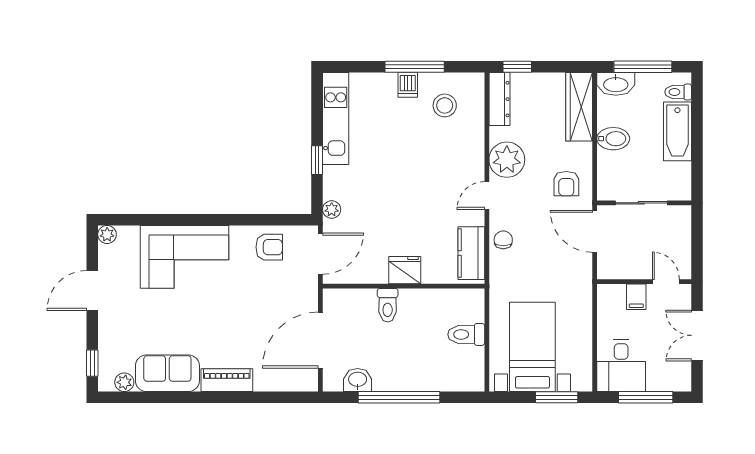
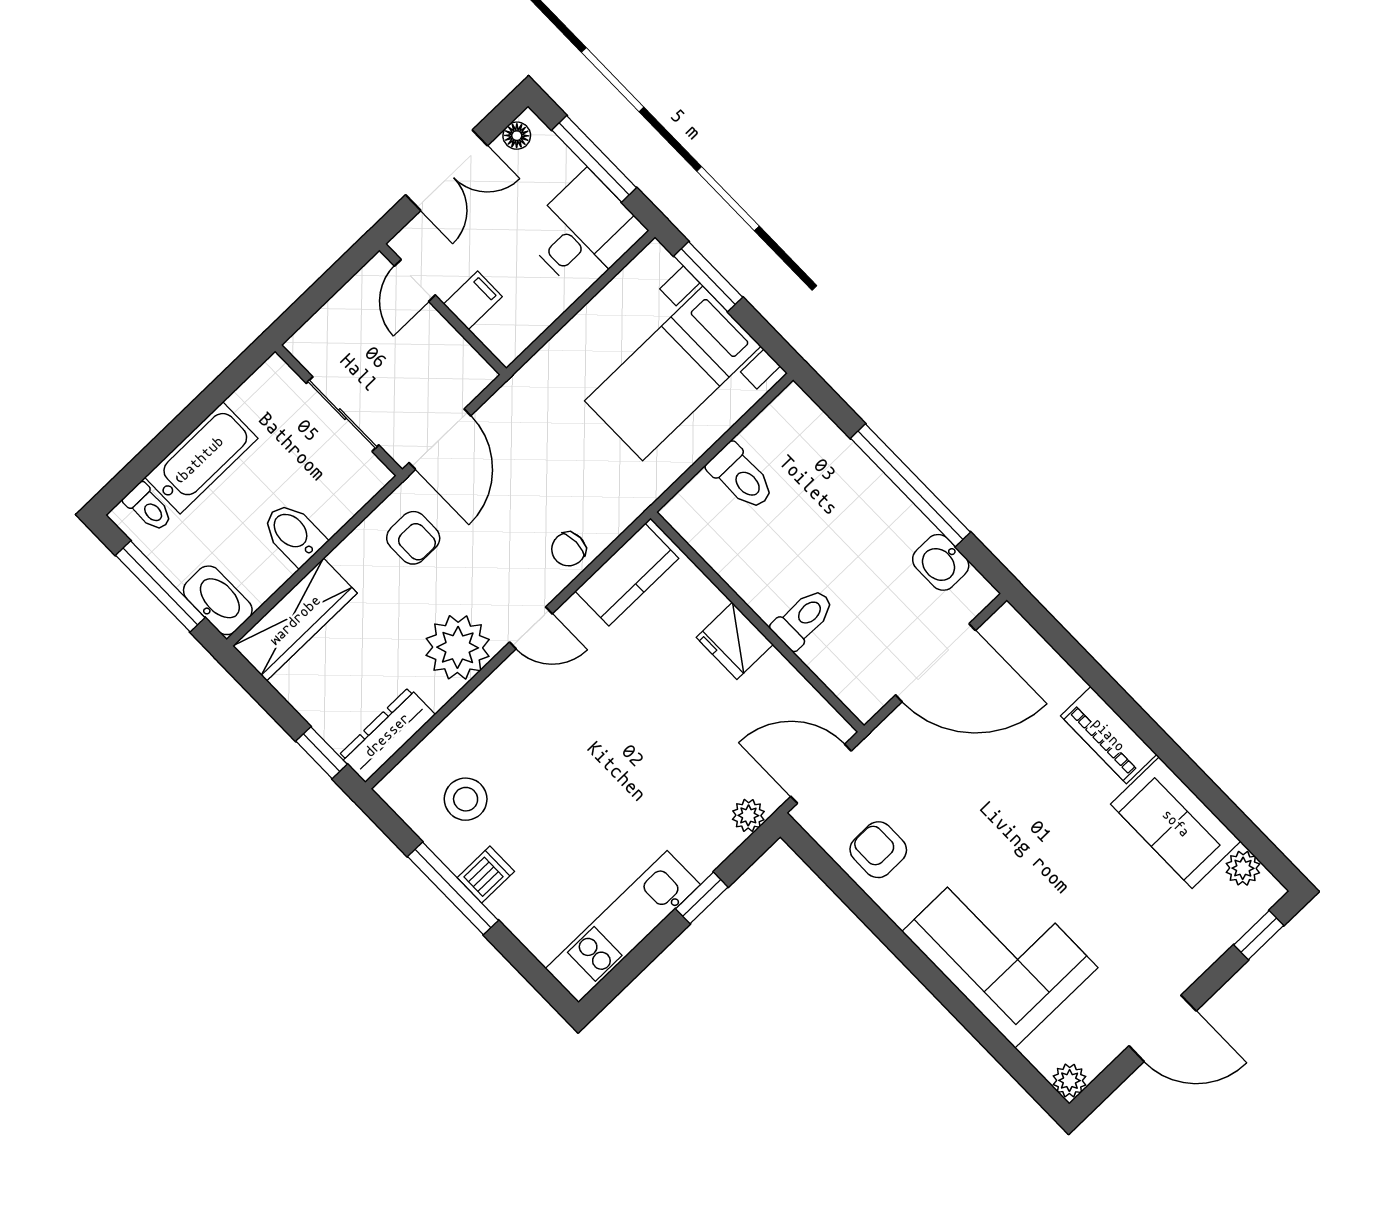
armchair: (566, 184) -> (413, 538), turned 90
floor lamp: (684, 376) -> (517, 136), added

